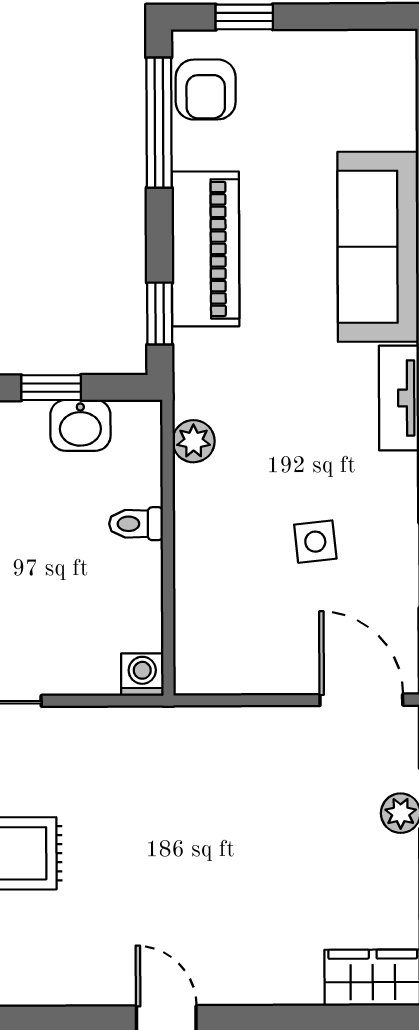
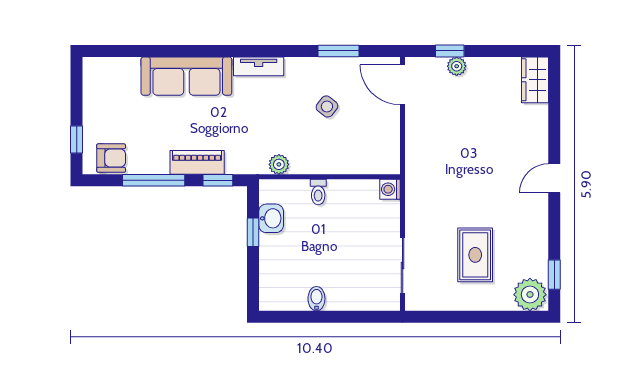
window: (159, 123) -> (154, 180), moved
piano: (205, 249) -> (197, 162), width x0.73, depth x0.75
side table: (315, 542) -> (327, 106), turned 45
door: (361, 700) -> (403, 85), hinge flipped

